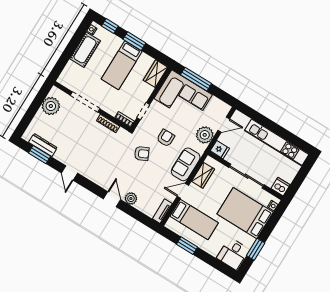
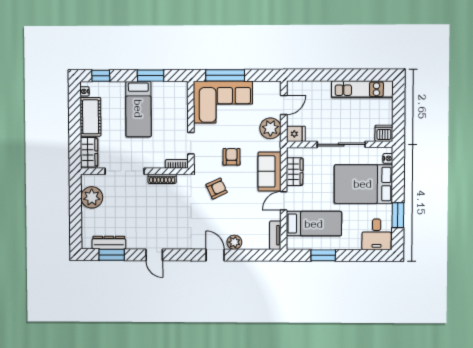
window: (134, 41) -> (151, 76), moved
wardrobe: (156, 74) -> (89, 152), moved, turned 180
kitchen unit: (277, 142) -> (362, 89), width x0.73

